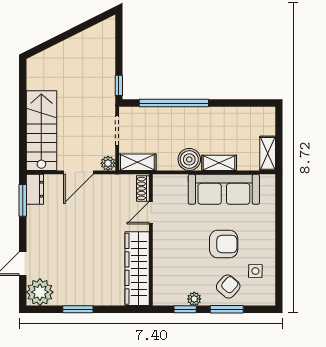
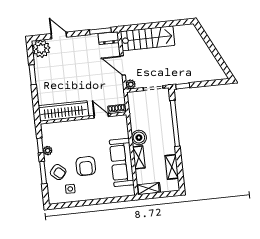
shelving: (137, 162) -> (172, 167), moved

